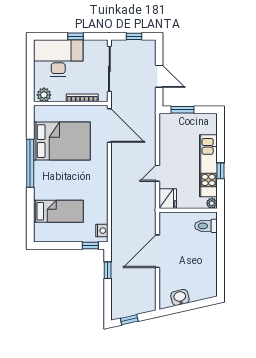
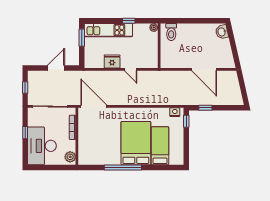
window: (183, 110) -> (82, 38), moved
door: (109, 125) -> (94, 106), hinge flipped
bed: (62, 141) -> (136, 143), moved
kitchen unit: (208, 166) -> (108, 30), moved
fridge: (168, 199) -> (112, 61), moved
door: (157, 251) -> (204, 69), moved
washbasin: (180, 297) -> (222, 32), moved
window: (129, 320) -> (244, 91), removed

